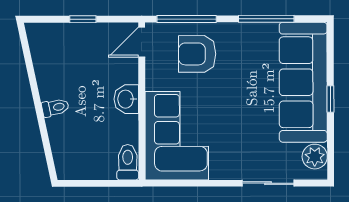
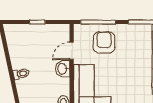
door: (142, 42) -> (72, 51), moved
armchair: (197, 54) -> (104, 43), turned 90

